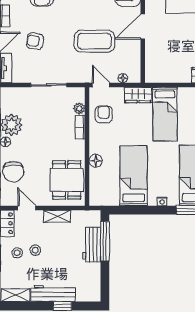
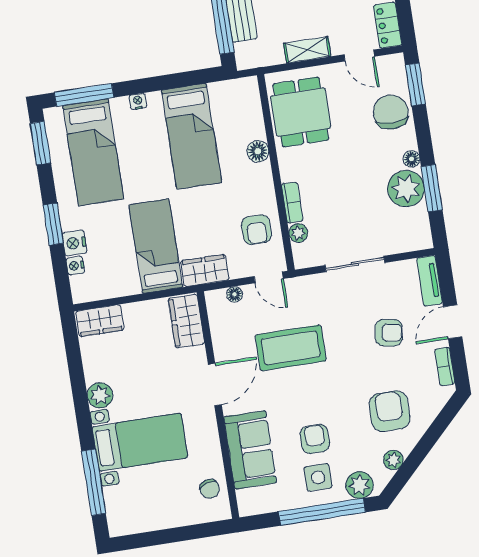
wardrobe: (154, 67) -> (186, 321), added

